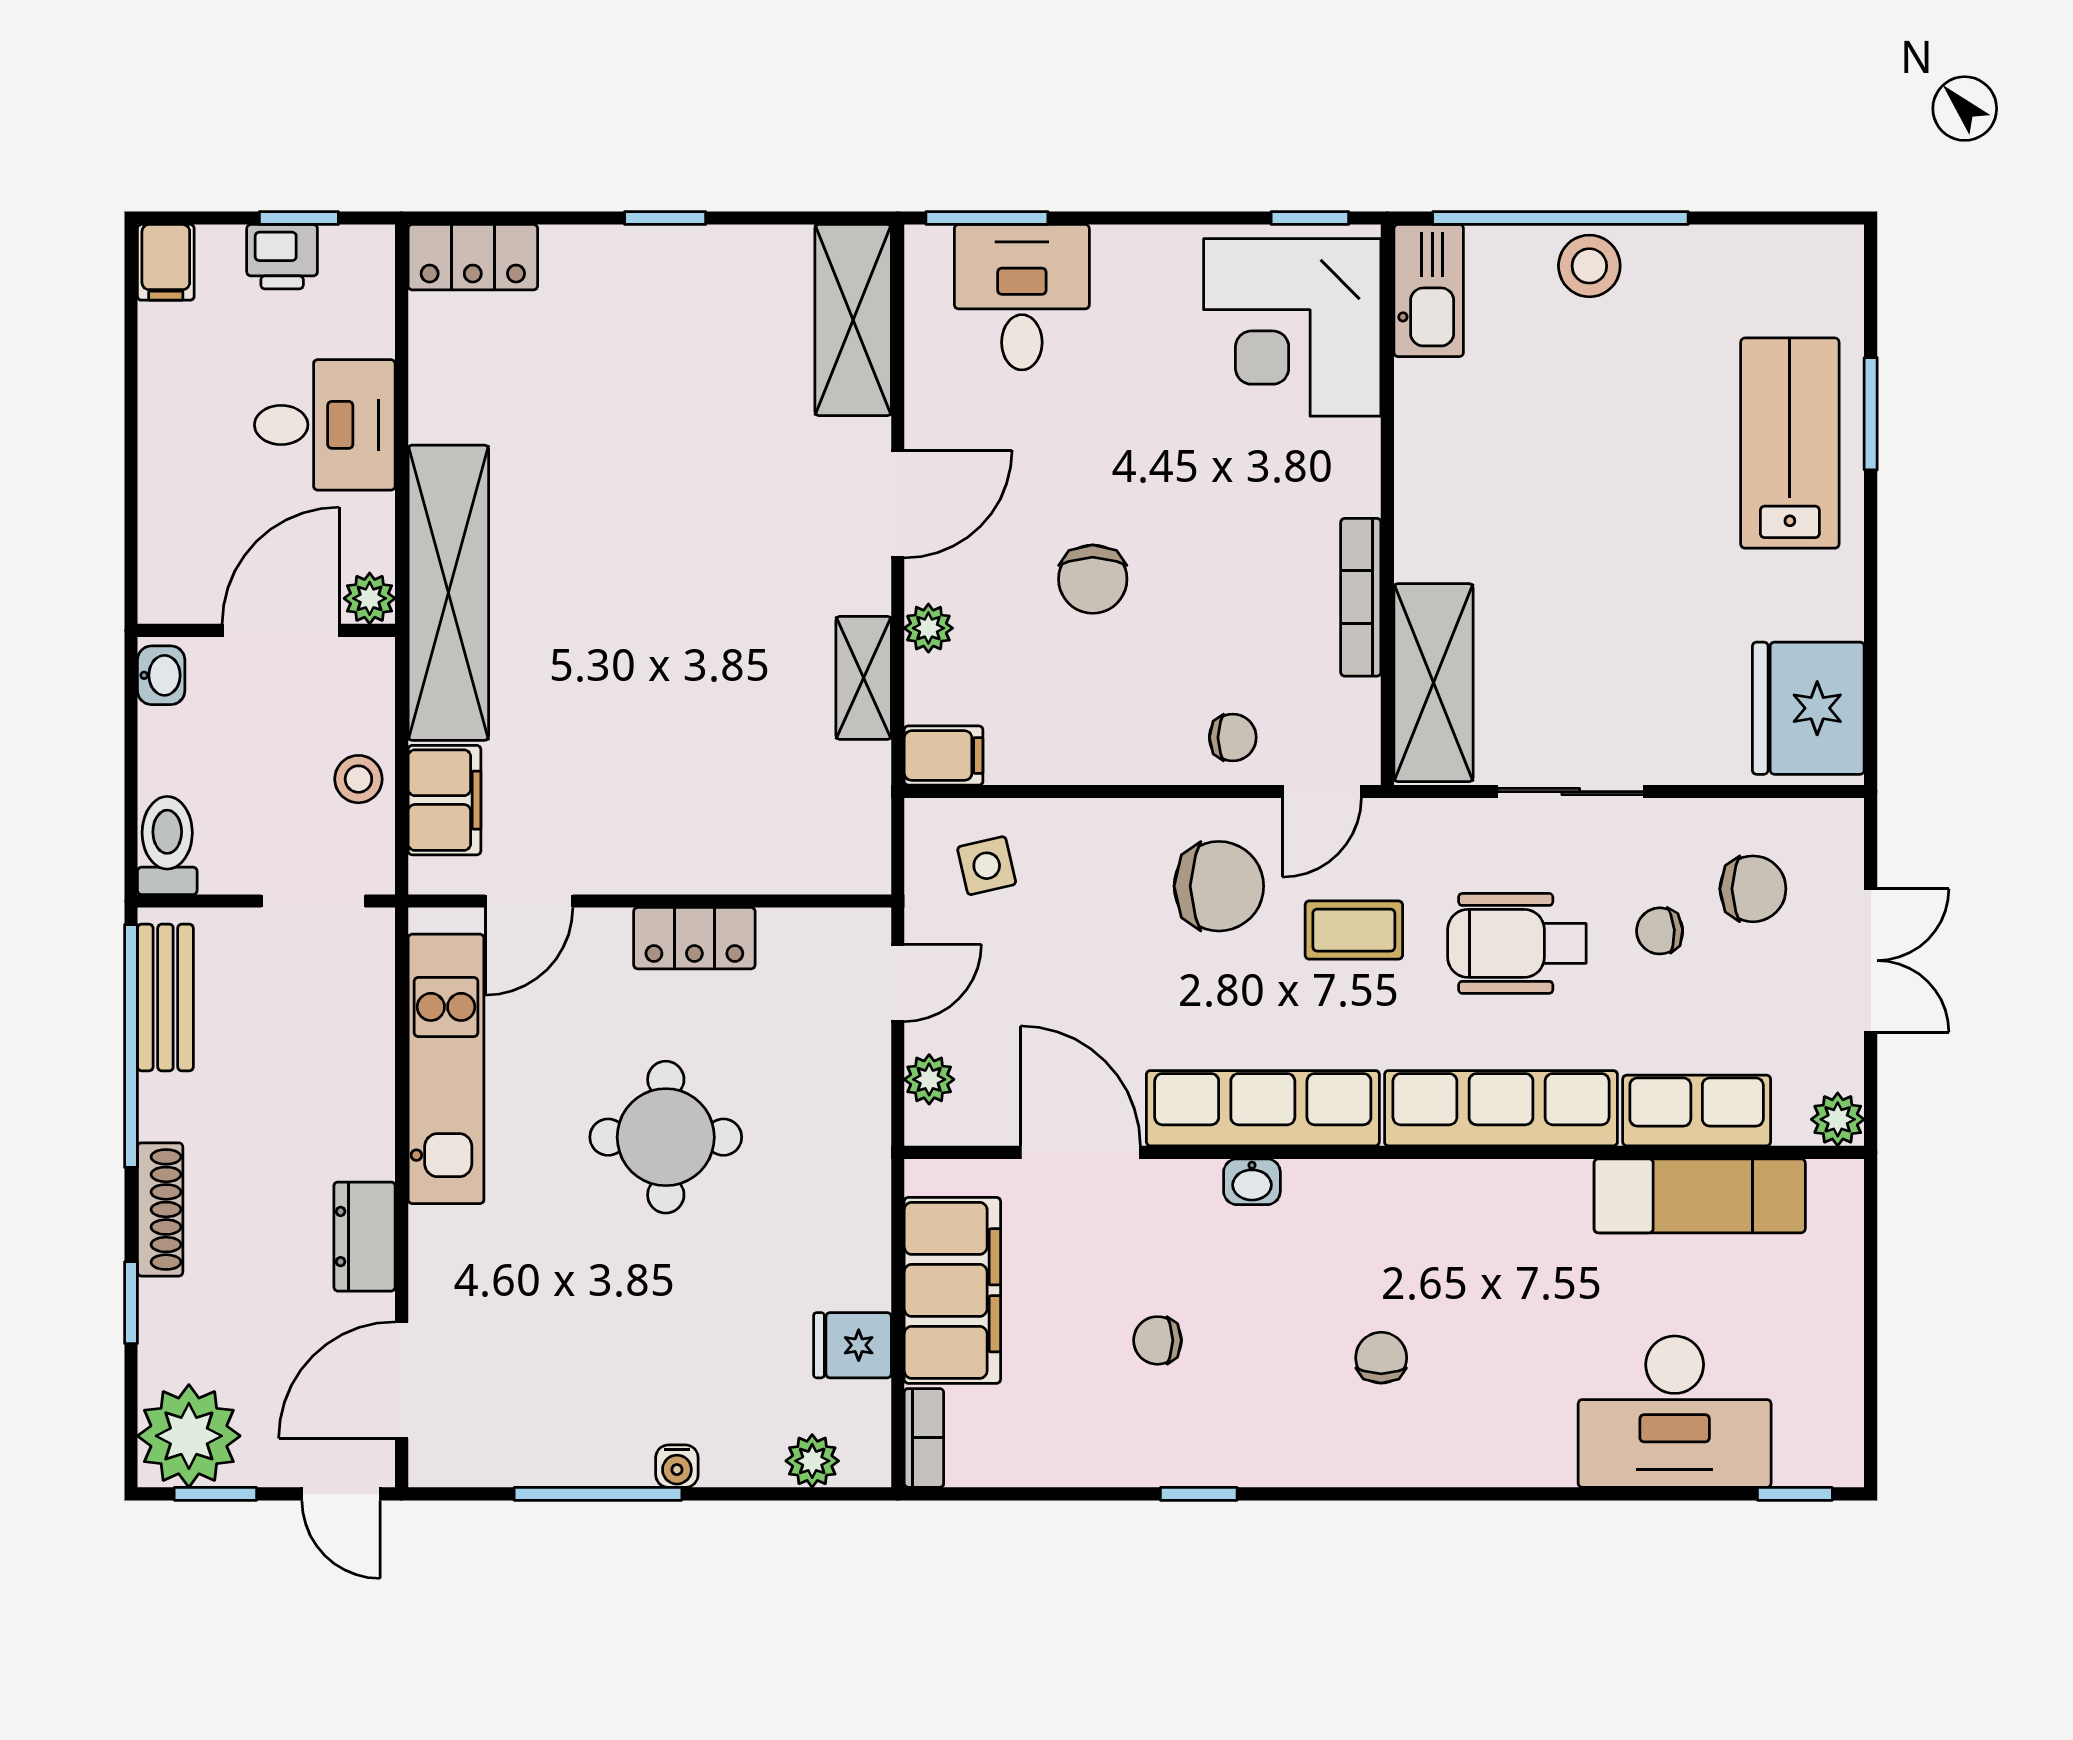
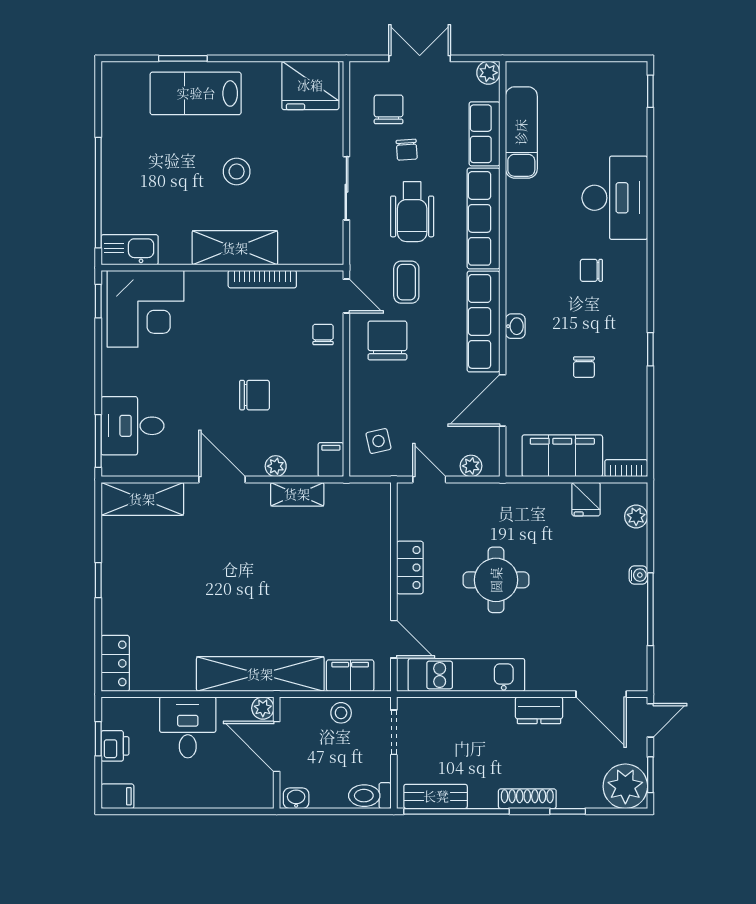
stool: (1589, 266) -> (237, 171), moved
shelving: (1433, 683) -> (235, 248), moved
desk: (1675, 1412) -> (615, 198), moved

